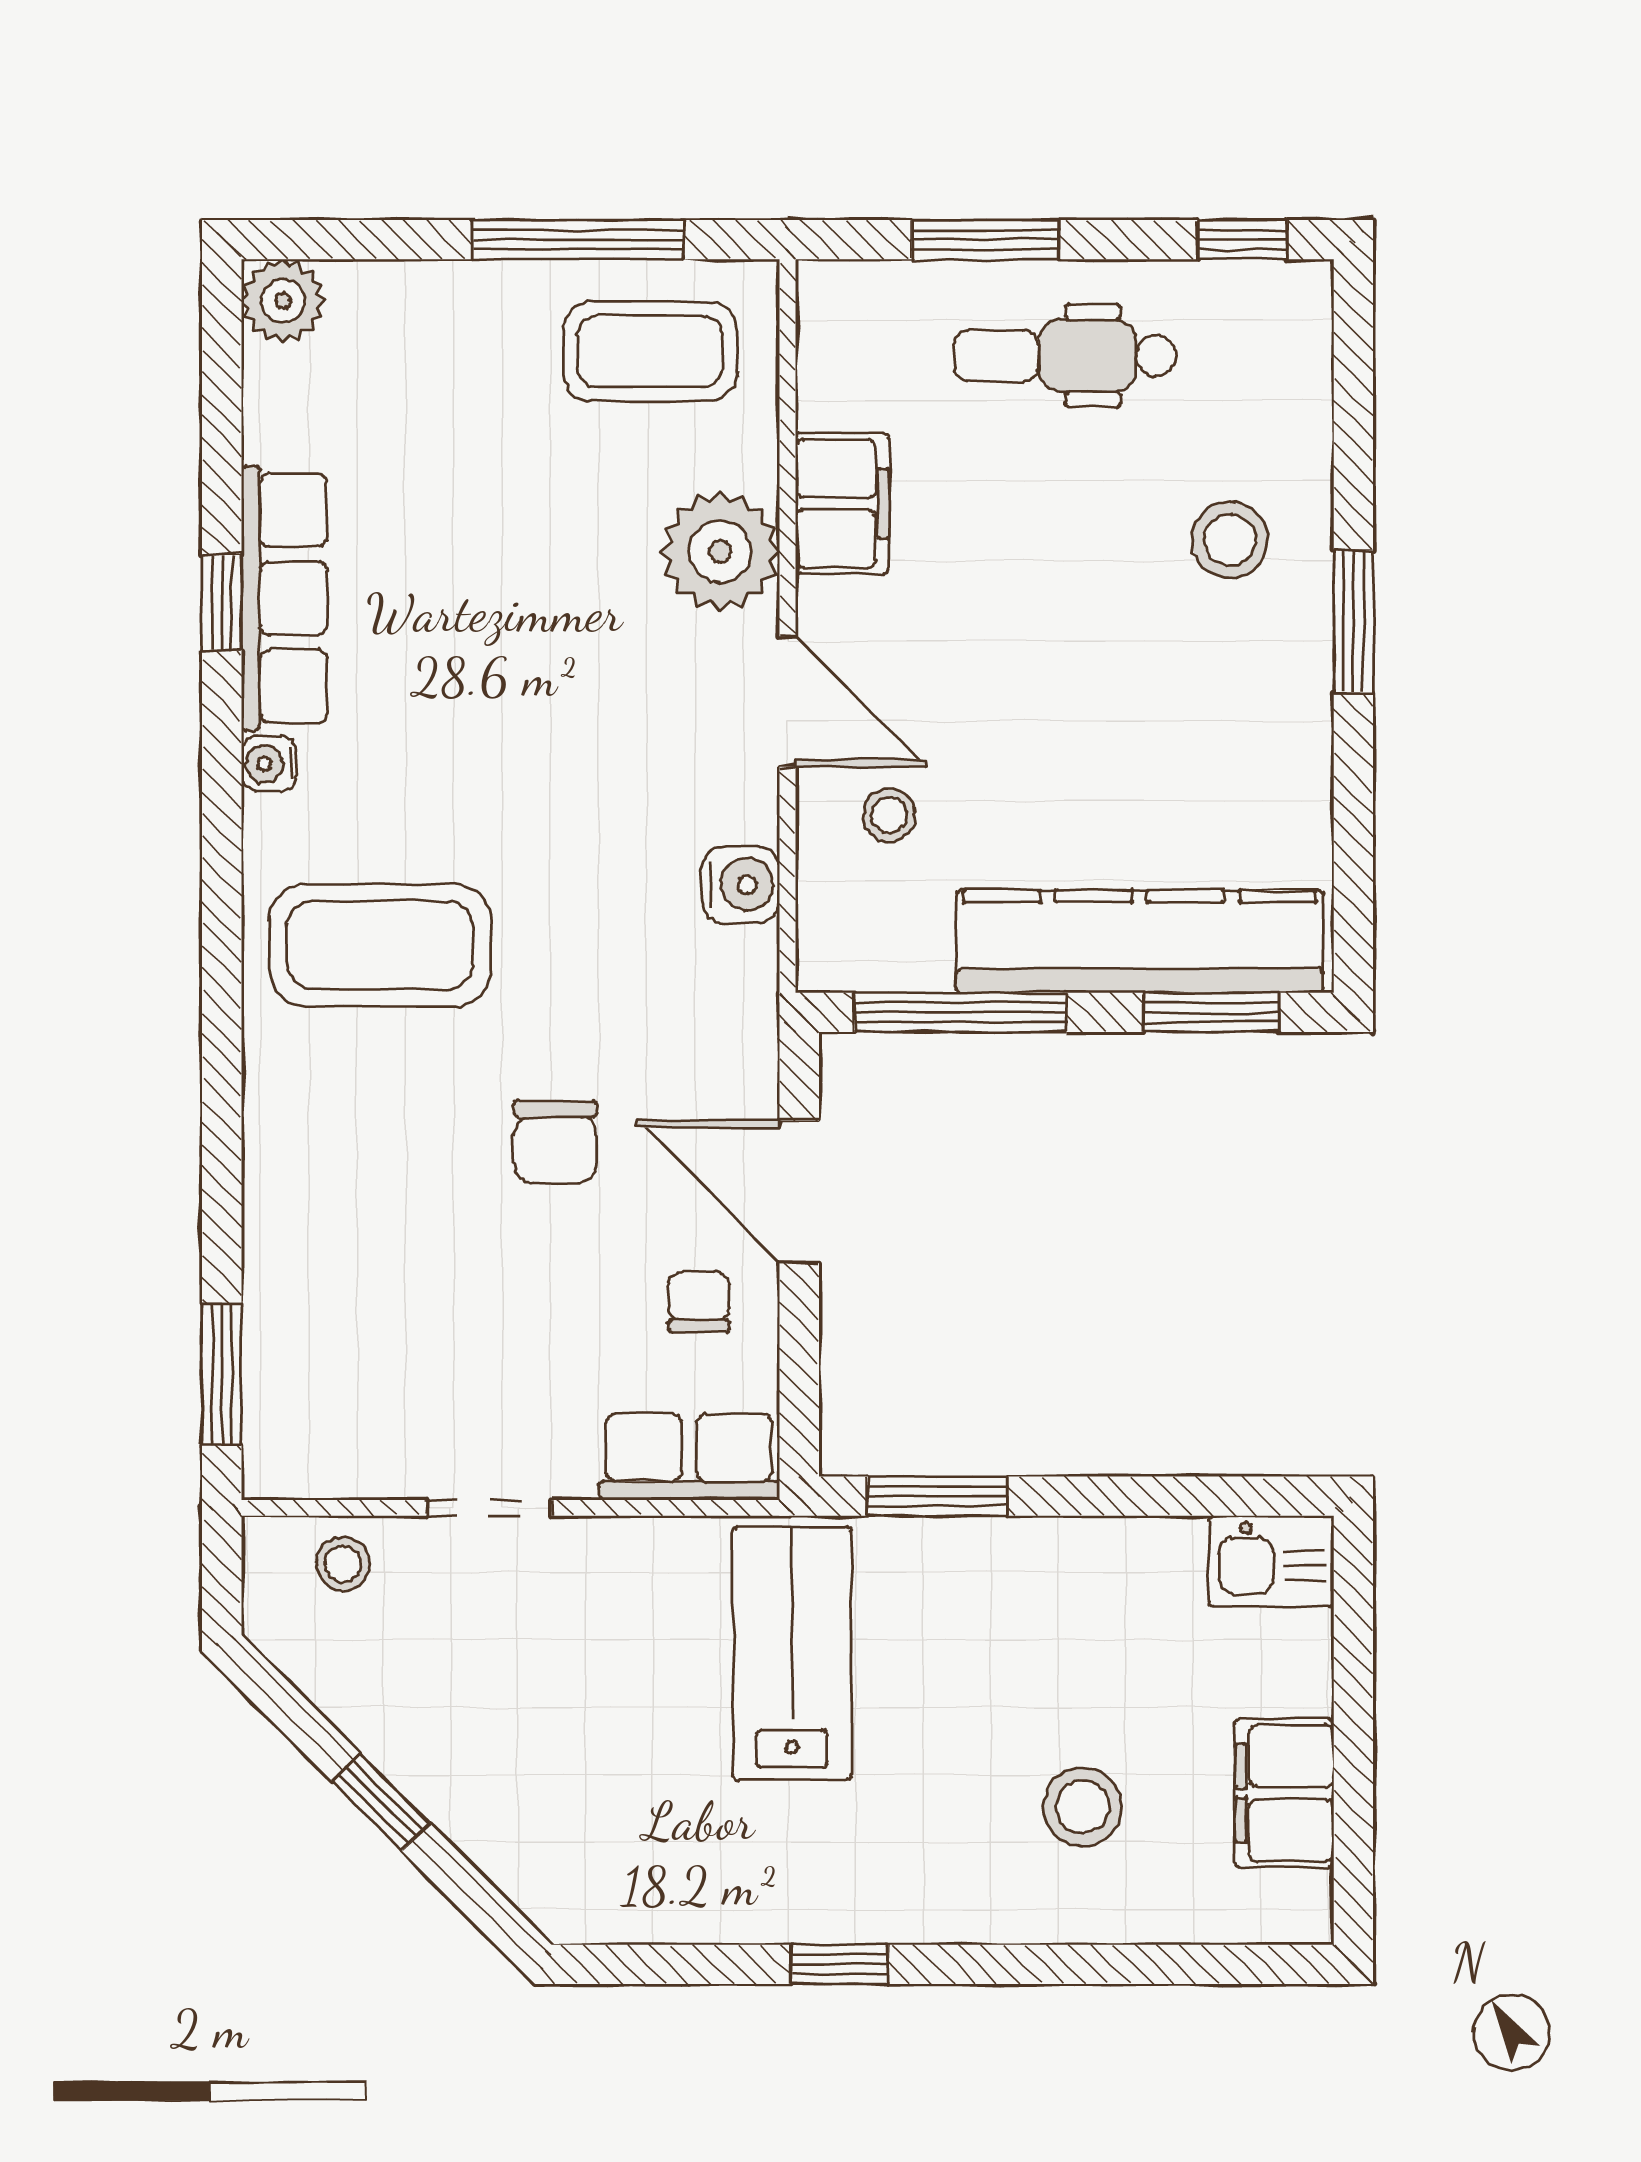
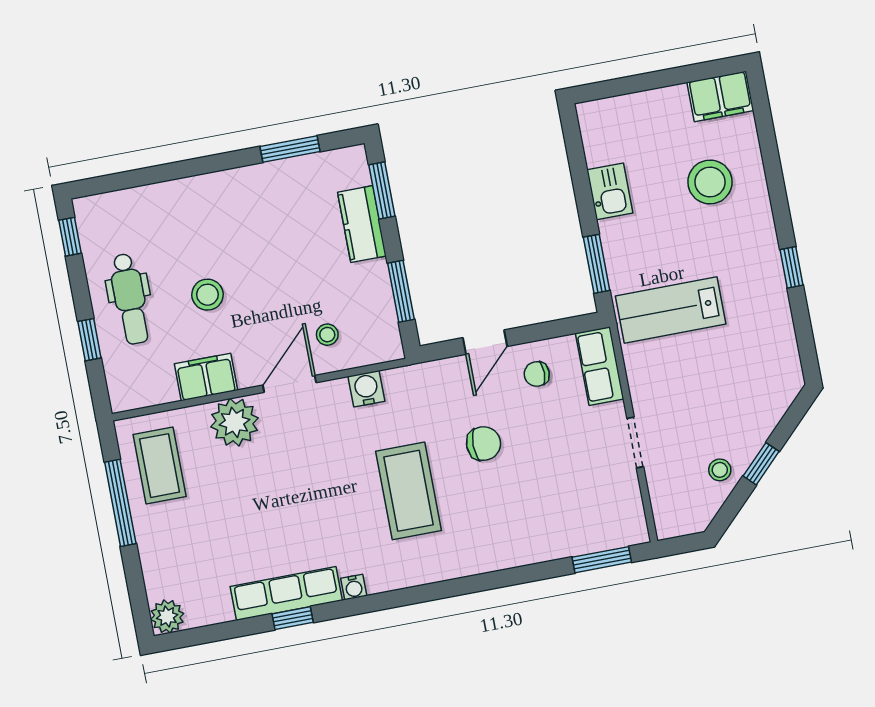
window: (985, 240) -> (89, 340), width x0.67
stool: (1230, 540) -> (207, 295), moved
window: (1353, 622) -> (290, 149), moved
kitchen counter: (1140, 941) -> (362, 224), width x0.48, depth x0.86
coffee table: (380, 945) -> (408, 491), moved
window: (960, 1012) -> (401, 291), width x0.69
door: (799, 1192) -> (485, 342), width x0.73
kitchen sink: (1271, 1561) -> (610, 191), moved
stool: (343, 1564) -> (720, 470), moved
filing cabinet: (1284, 1793) -> (720, 96), moved
stool: (1083, 1807) -> (710, 182), width x1.38, depth x1.38

